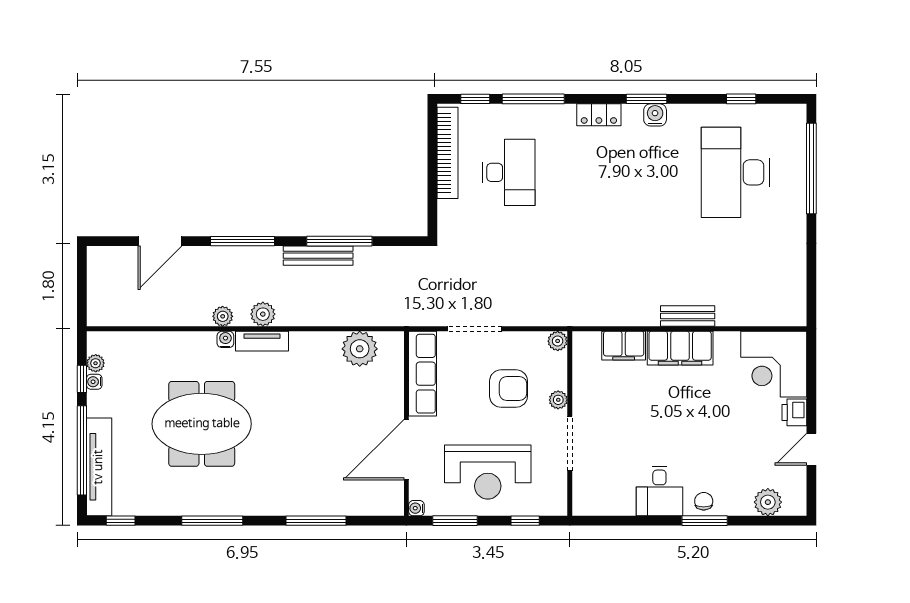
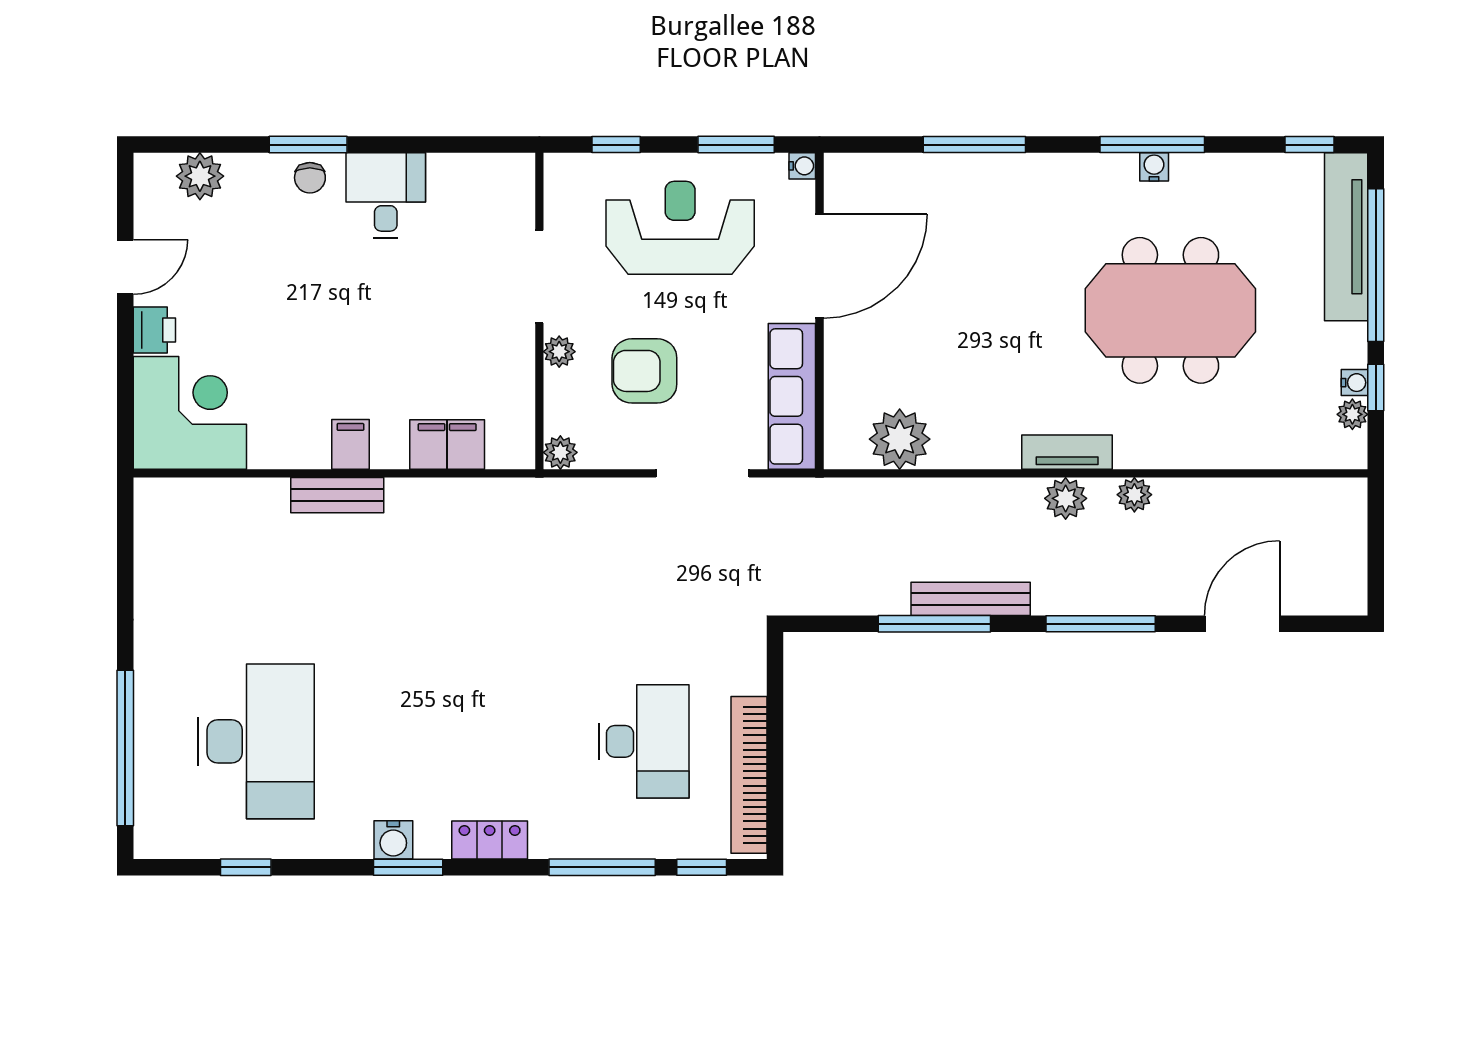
desk: (509, 172) -> (644, 741), turned 180
water cooler: (225, 339) -> (1154, 167), moved, turned 180
filing cabinet: (680, 348) -> (350, 444), width x0.33, depth x0.86

